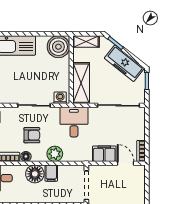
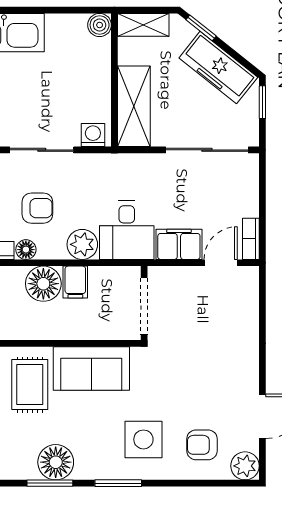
boiler: (58, 47) -> (100, 25), width x0.54, depth x0.54
desk: (74, 122) -> (127, 230), moved, turned 180
door: (126, 163) -> (221, 263), hinge flipped

